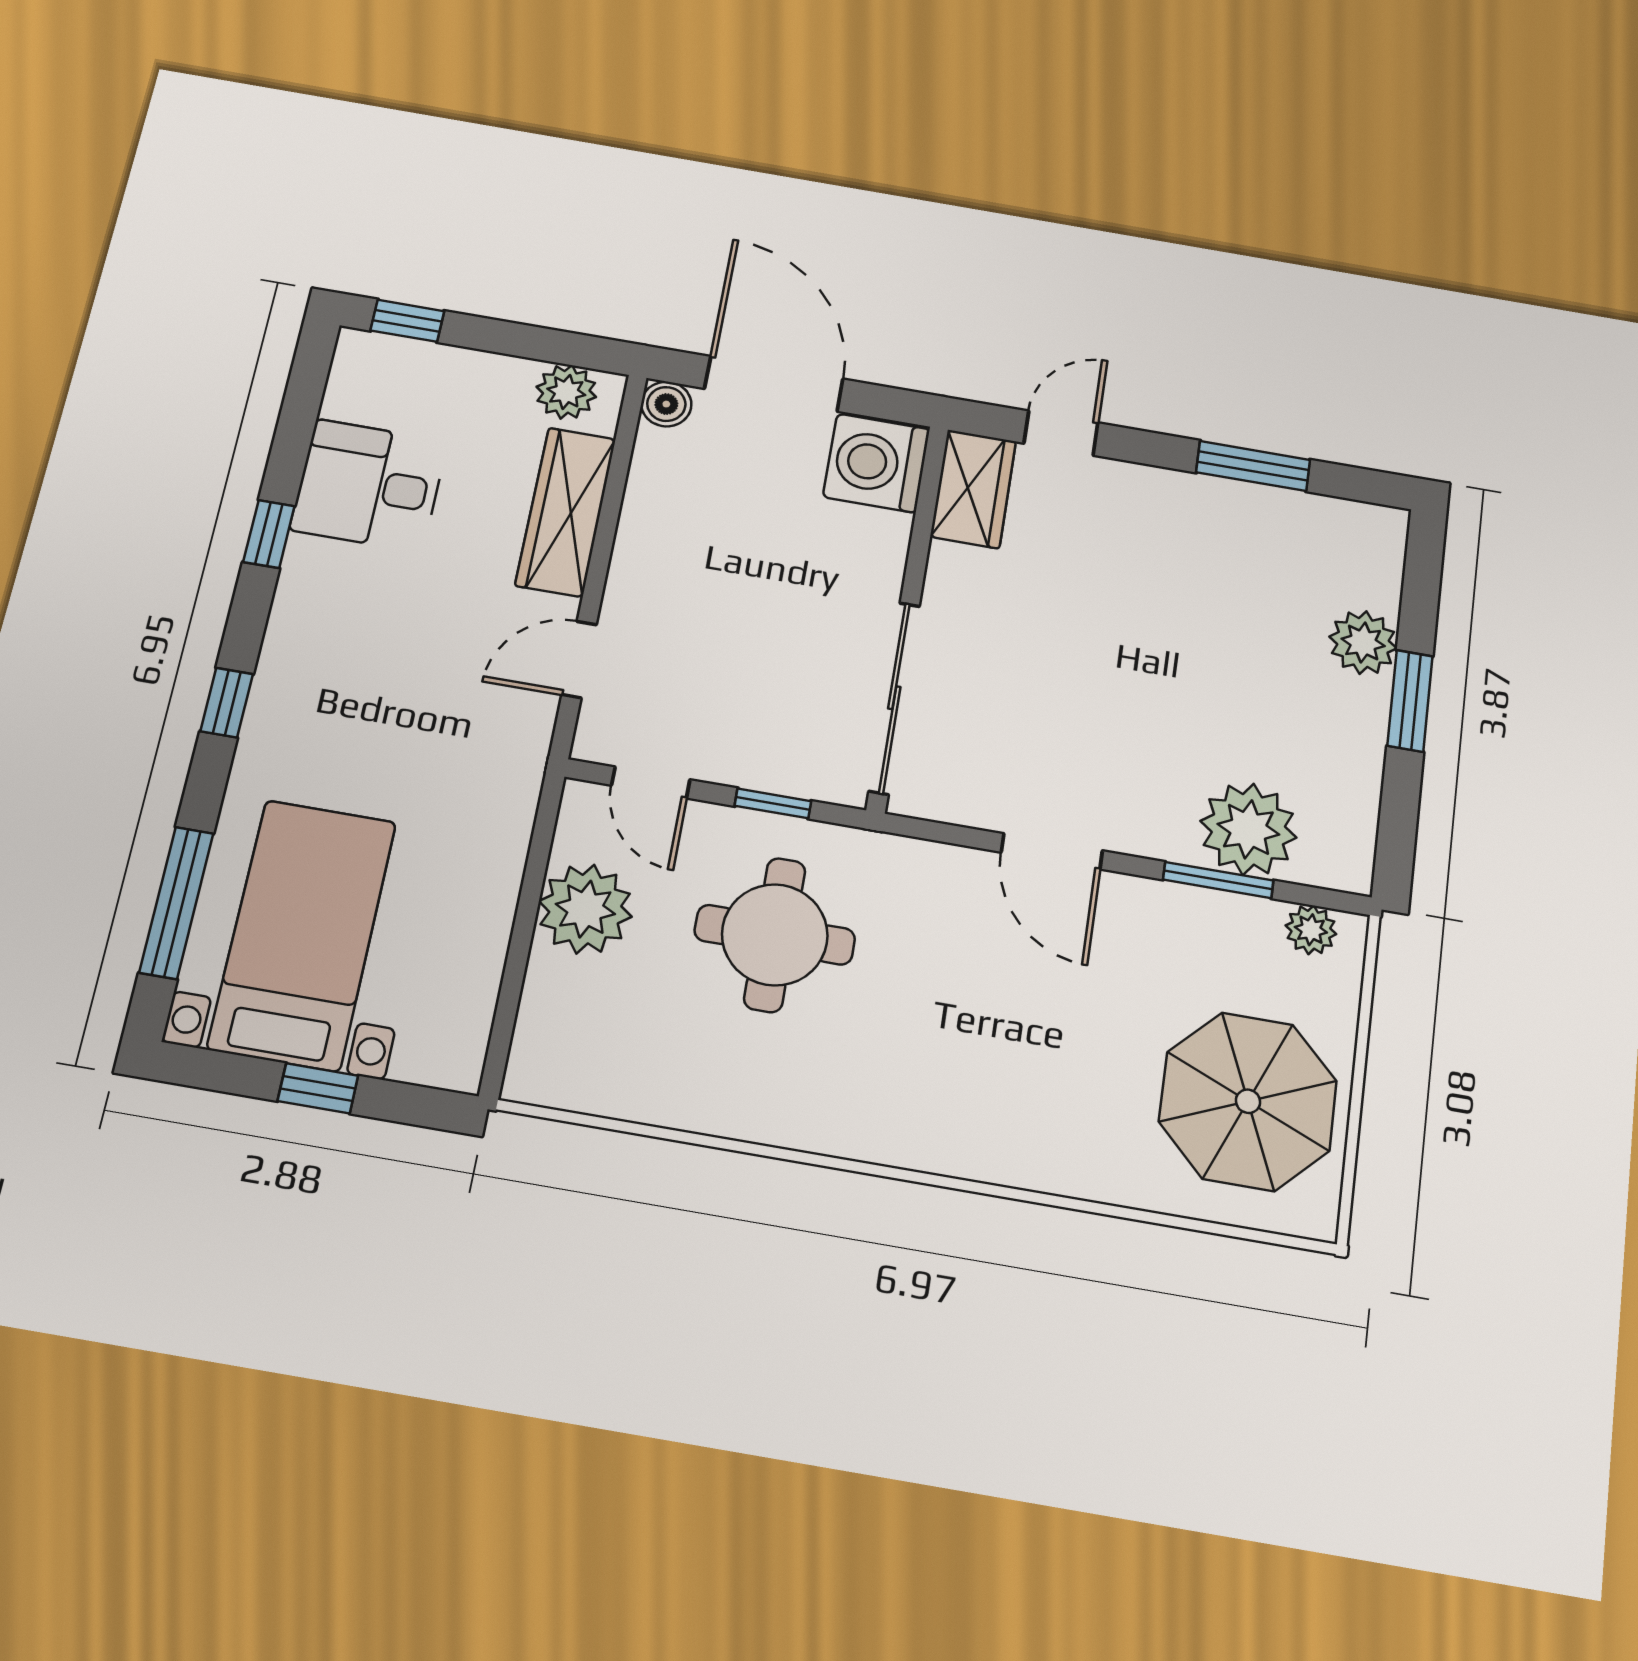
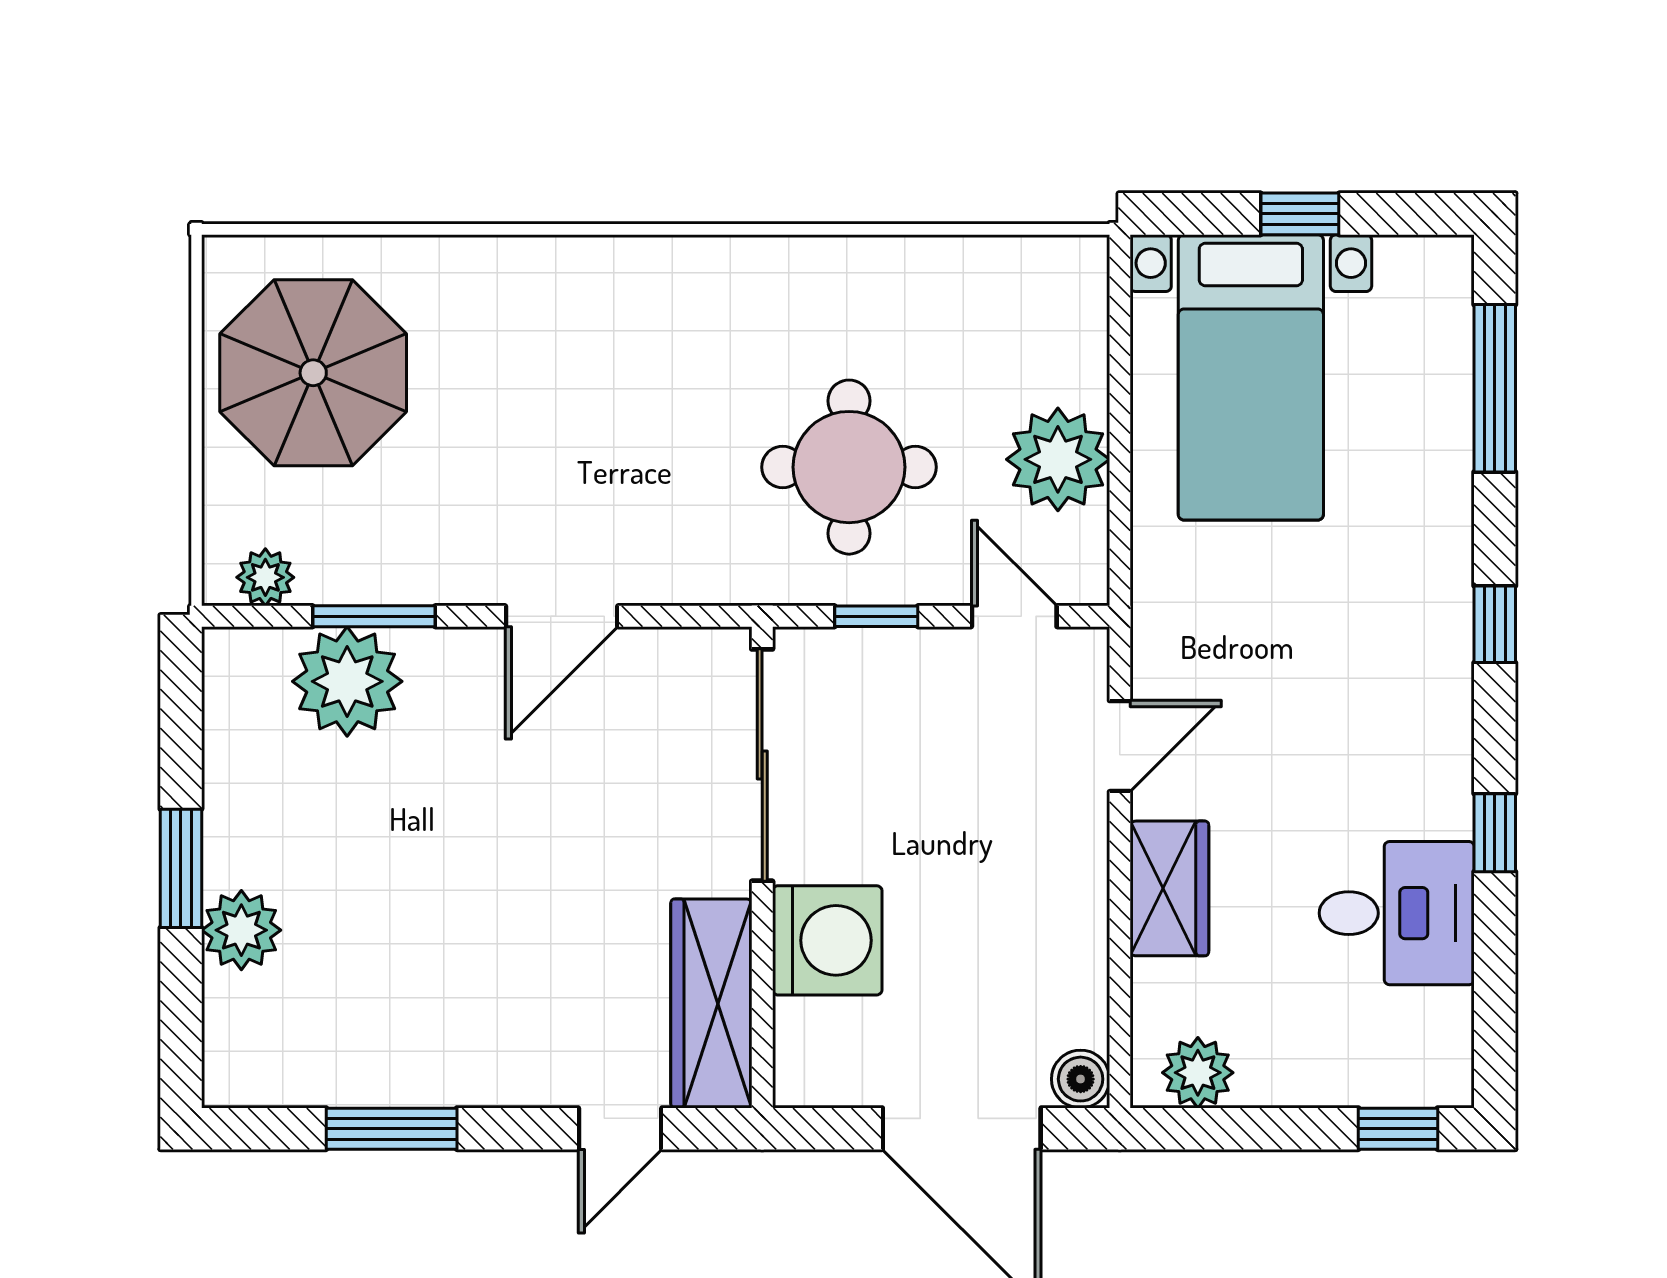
washing machine: (876, 463) -> (827, 940), moved
wardrobe: (973, 489) -> (711, 1003), width x1.50
wardrobe: (566, 512) -> (1169, 888), width x0.67
door: (1052, 851) -> (562, 616), swing flipped
bed with nightstands: (302, 934) -> (1251, 377), moved

